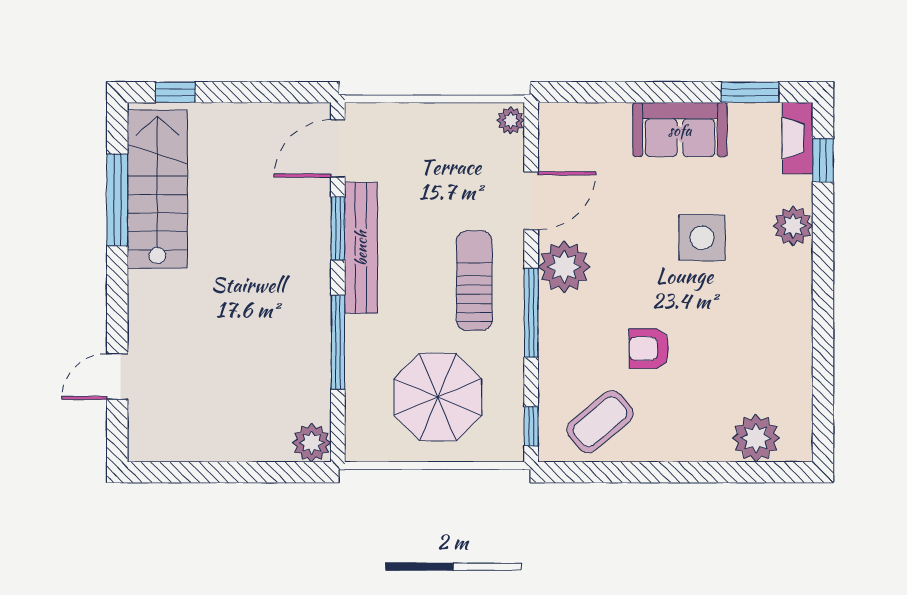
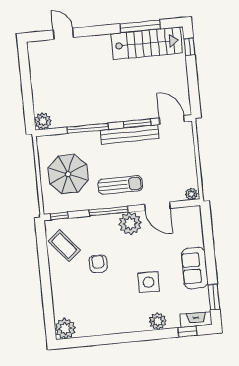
plant: (756, 438) -> (65, 328), moved

